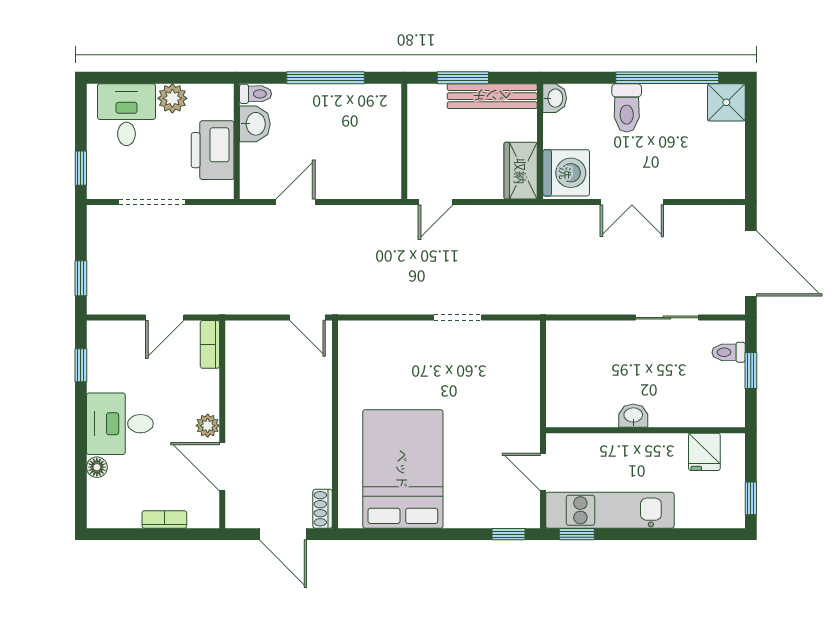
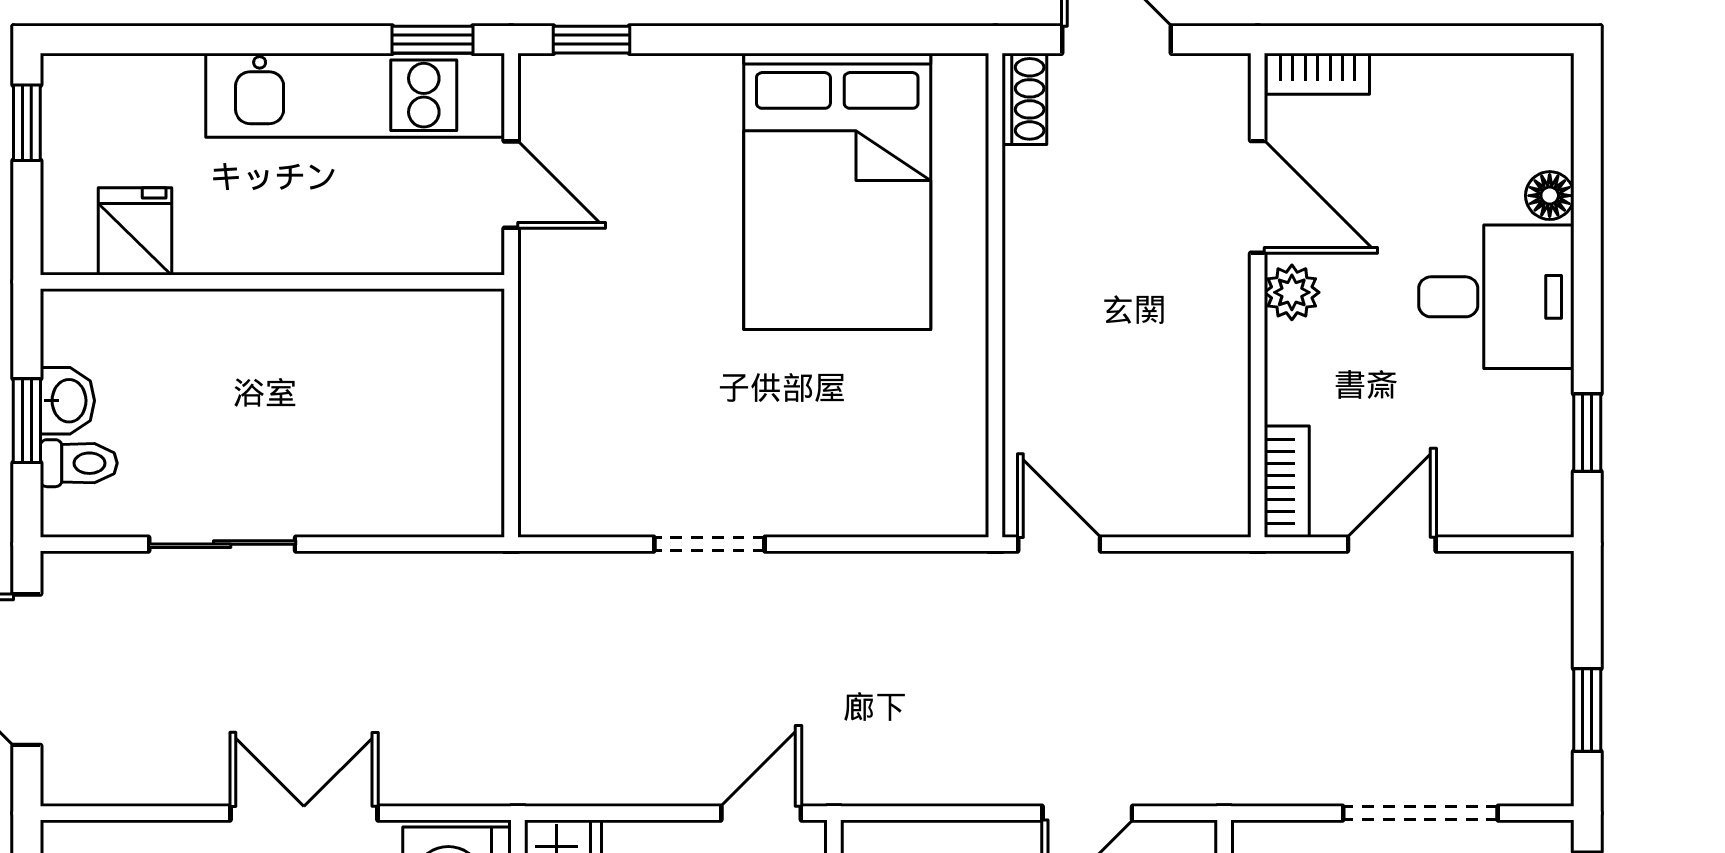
window: (81, 278) -> (1587, 710), moved
washbasin: (633, 416) -> (67, 401), moved, turned -90
bookcase: (164, 519) -> (1318, 74), moved

